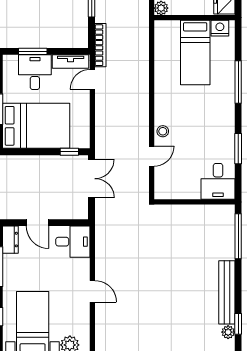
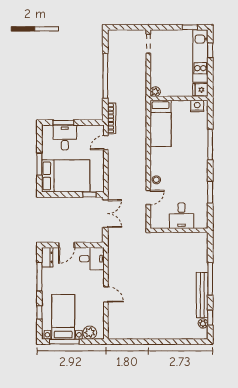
bed: (195, 52) -> (161, 123), moved
tv unit: (71, 61) -> (90, 130), removed
desk: (218, 181) -> (182, 216), moved
door: (37, 223) -> (67, 245), hinge flipped
window: (238, 236) -> (210, 279), moved

